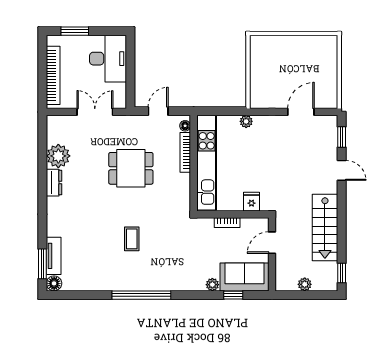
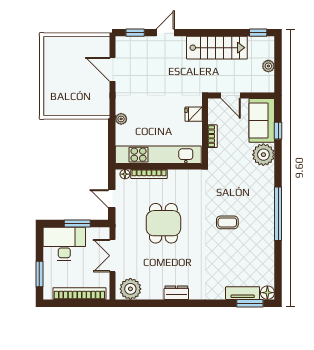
window: (130, 73) -> (77, 224), added
plant: (58, 156) -> (130, 289), moved
plant: (212, 285) -> (263, 155), width x1.87, depth x1.87

